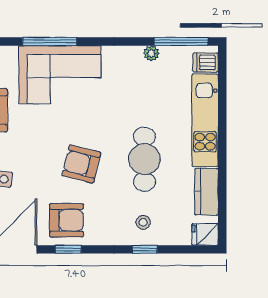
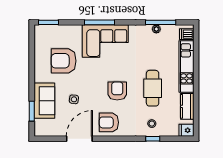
window: (181, 41) -> (161, 22), moved
armchair: (81, 164) -> (117, 91), turned 76
armchair: (66, 220) -> (109, 122), turned 180
window: (68, 249) -> (110, 139), removed

